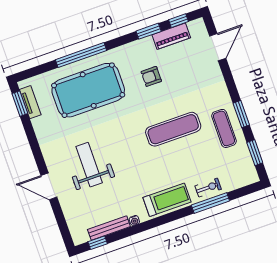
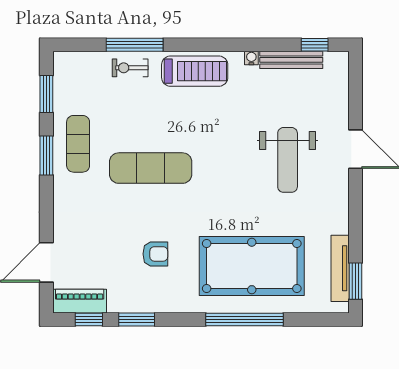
piano: (171, 36) -> (80, 301), moved
tv unit: (30, 102) -> (340, 268), width x1.41
treadmill: (167, 200) -> (195, 71), turned 180

